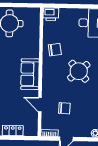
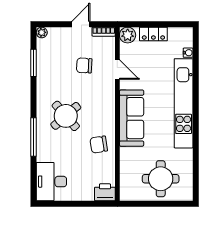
sofa: (30, 74) -> (132, 118), width x1.36
plant: (32, 130) -> (128, 35), added

